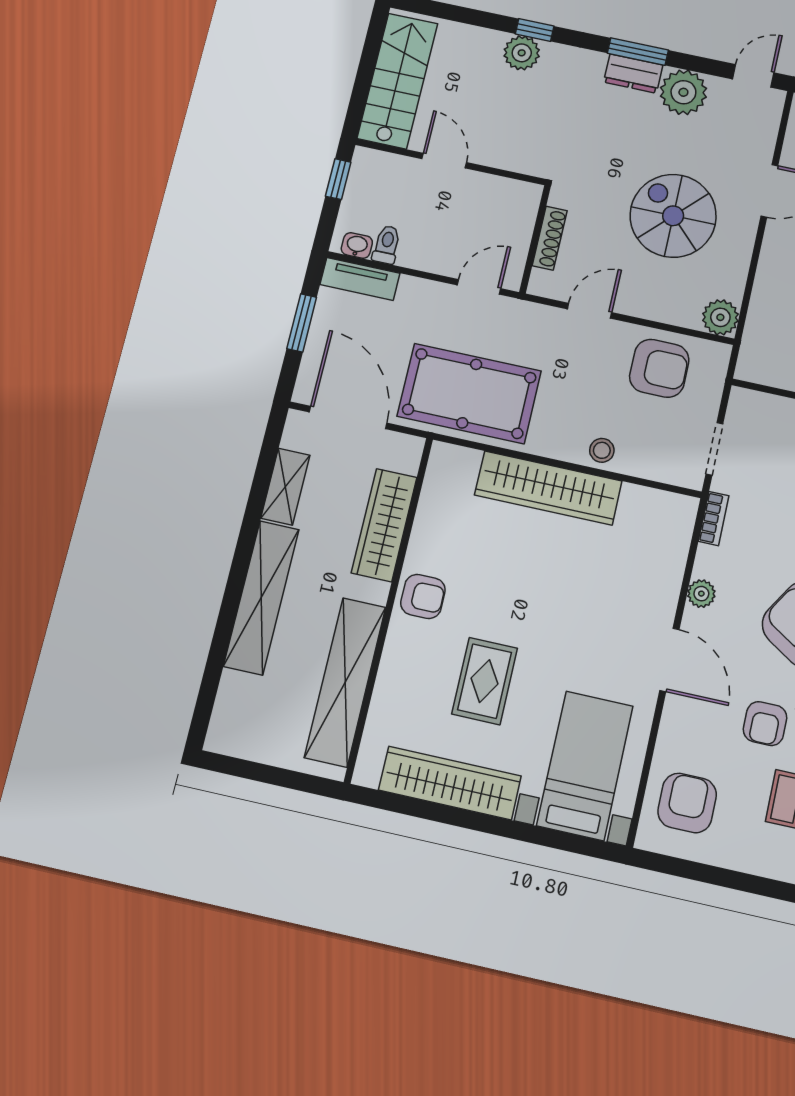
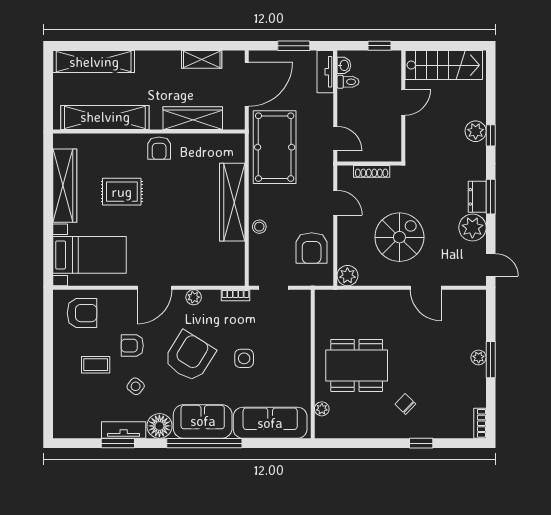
shelving: (261, 598) -> (94, 62), moved

